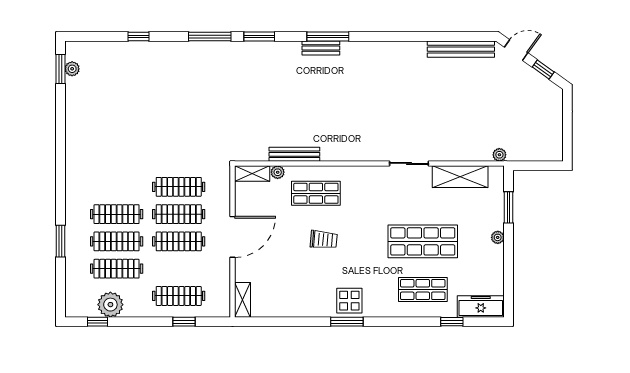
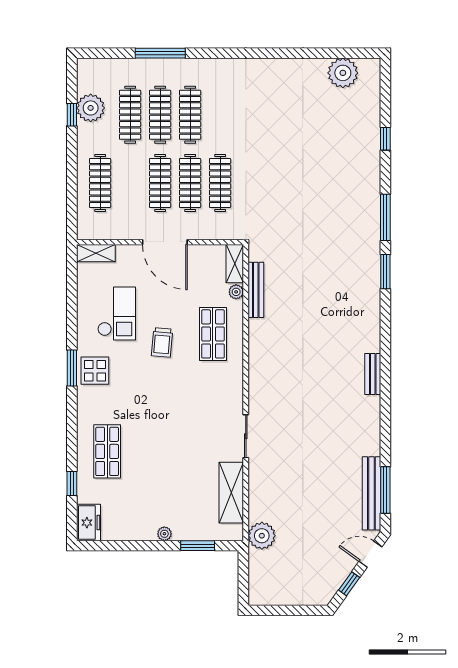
window: (328, 37) -> (385, 490), moved
bench: (321, 48) -> (373, 374), moved
door: (516, 50) -> (370, 554), swing flipped
window: (61, 69) -> (350, 53), removed
plant: (72, 69) -> (343, 73), width x1.88, depth x1.88
bench: (294, 154) -> (256, 290), moved
plant: (499, 155) -> (262, 536), width x1.87, depth x1.87
window: (61, 241) -> (160, 53), width x1.44
shop shelf: (423, 241) -> (160, 451), removed
checkout: (297, 281) -> (117, 313), added
freezer: (481, 306) -> (89, 523), width x0.71
window: (97, 322) -> (72, 115), moved
window: (184, 322) -> (72, 189), removed

